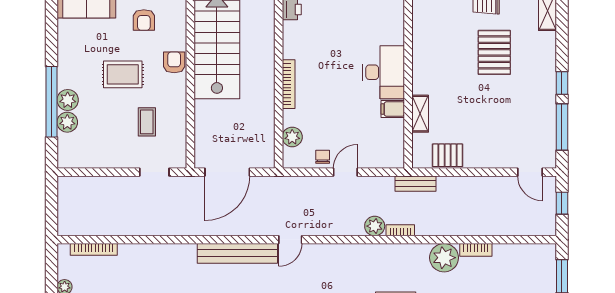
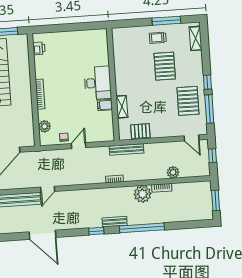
pallet: (528, 111) -> (188, 101), added
bench: (416, 184) -> (127, 149), width x1.36
plant: (375, 226) -> (173, 172), moved

